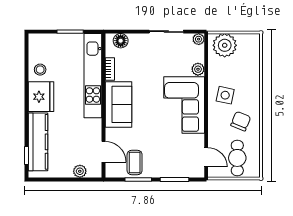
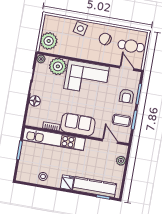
floor lamp: (121, 41) -> (35, 101), moved
plant: (198, 69) -> (58, 66), width x1.88, depth x1.88
side table: (225, 95) -> (80, 29), moved
fridge: (41, 97) -> (67, 182), width x0.53, depth x0.75
door: (103, 152) -> (110, 141), hinge flipped
door: (206, 157) -> (127, 68), hinge flipped
armchair: (169, 164) -> (127, 96), added

